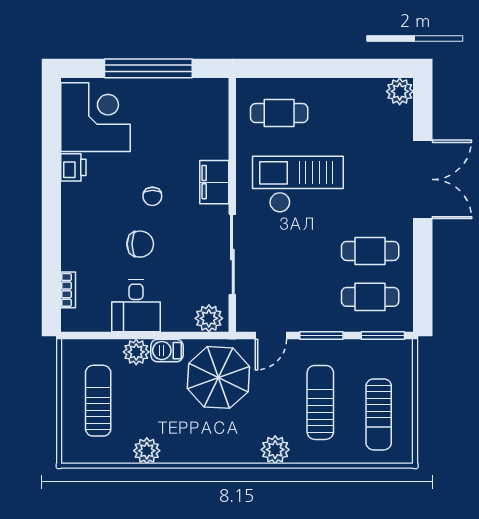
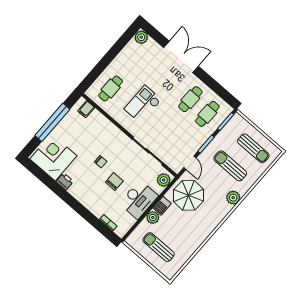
filing cabinet: (214, 182) -> (86, 109), moved, width x0.50
checkout: (298, 184) -> (143, 104), width x0.73, depth x0.83
desk: (136, 306) -> (139, 200), width x1.37
plant: (147, 451) -> (193, 245), removed

